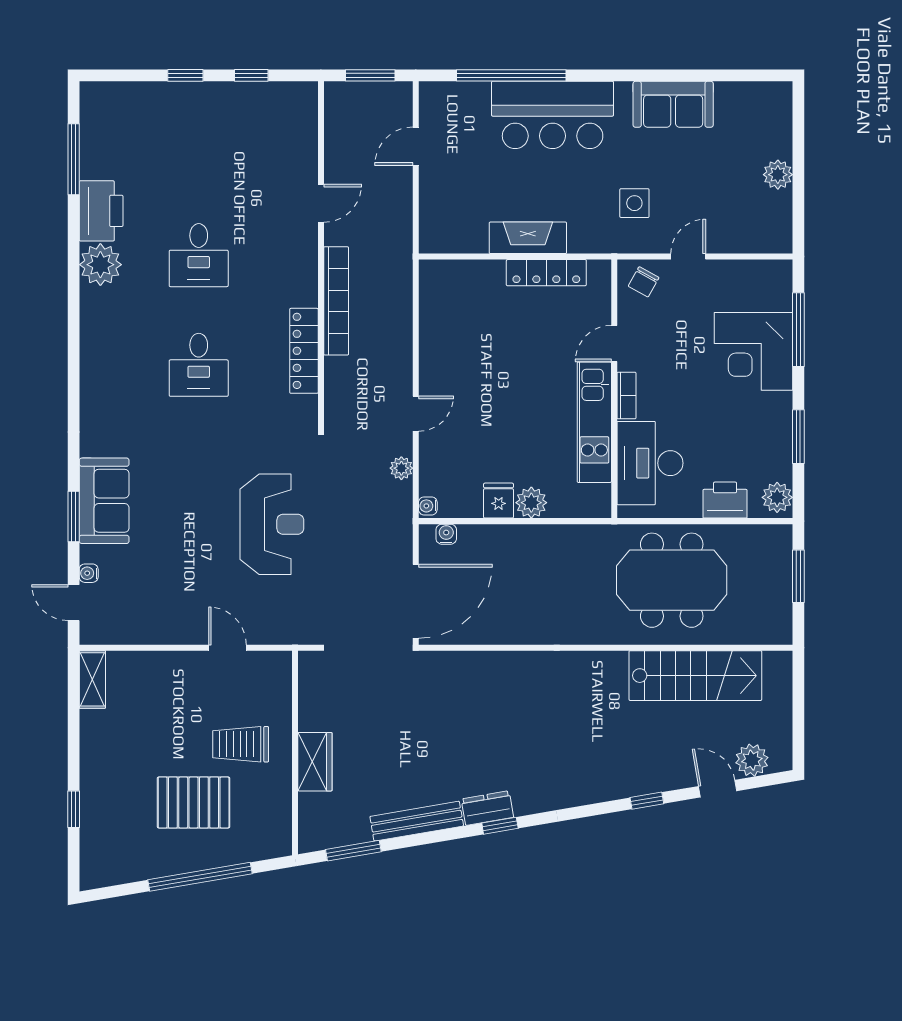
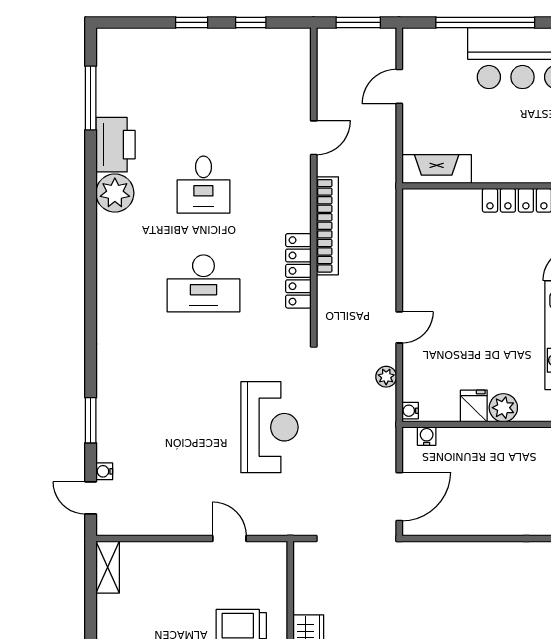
fireplace: (528, 238) -> (437, 169), moved
desk: (199, 365) -> (203, 283), width x1.37
sofa: (104, 501) -> (118, 406), removed
door: (416, 601) -> (399, 497), width x0.73

